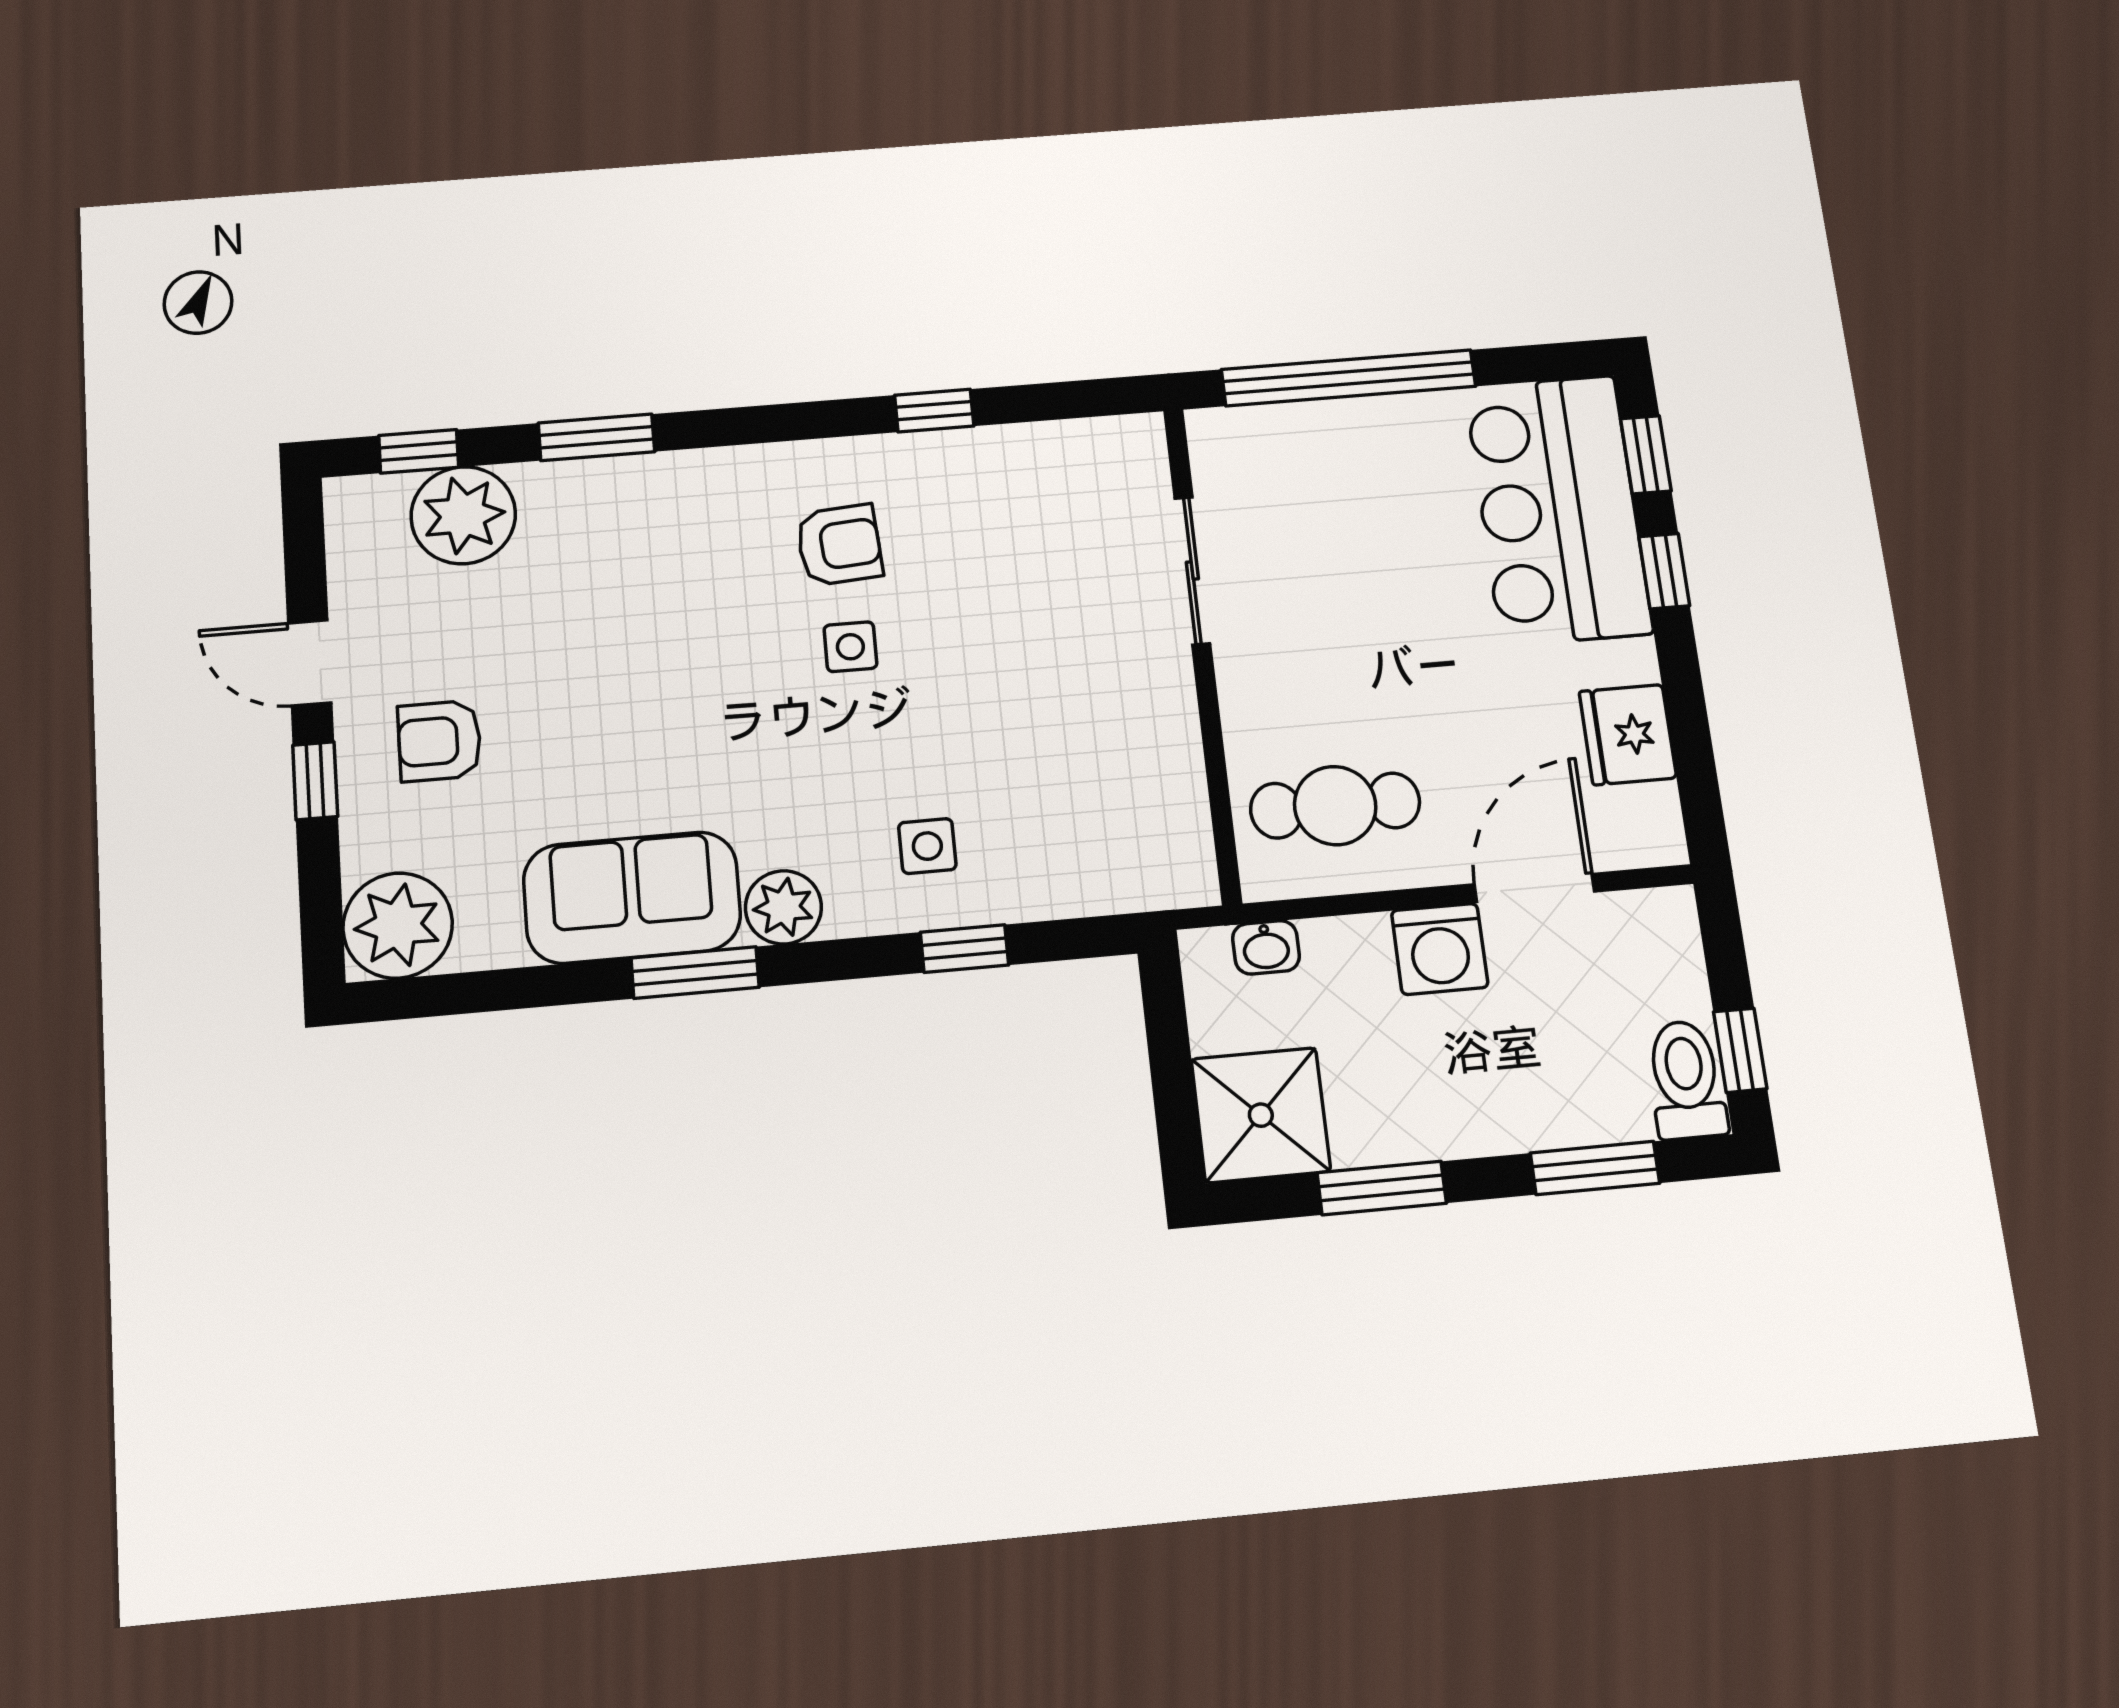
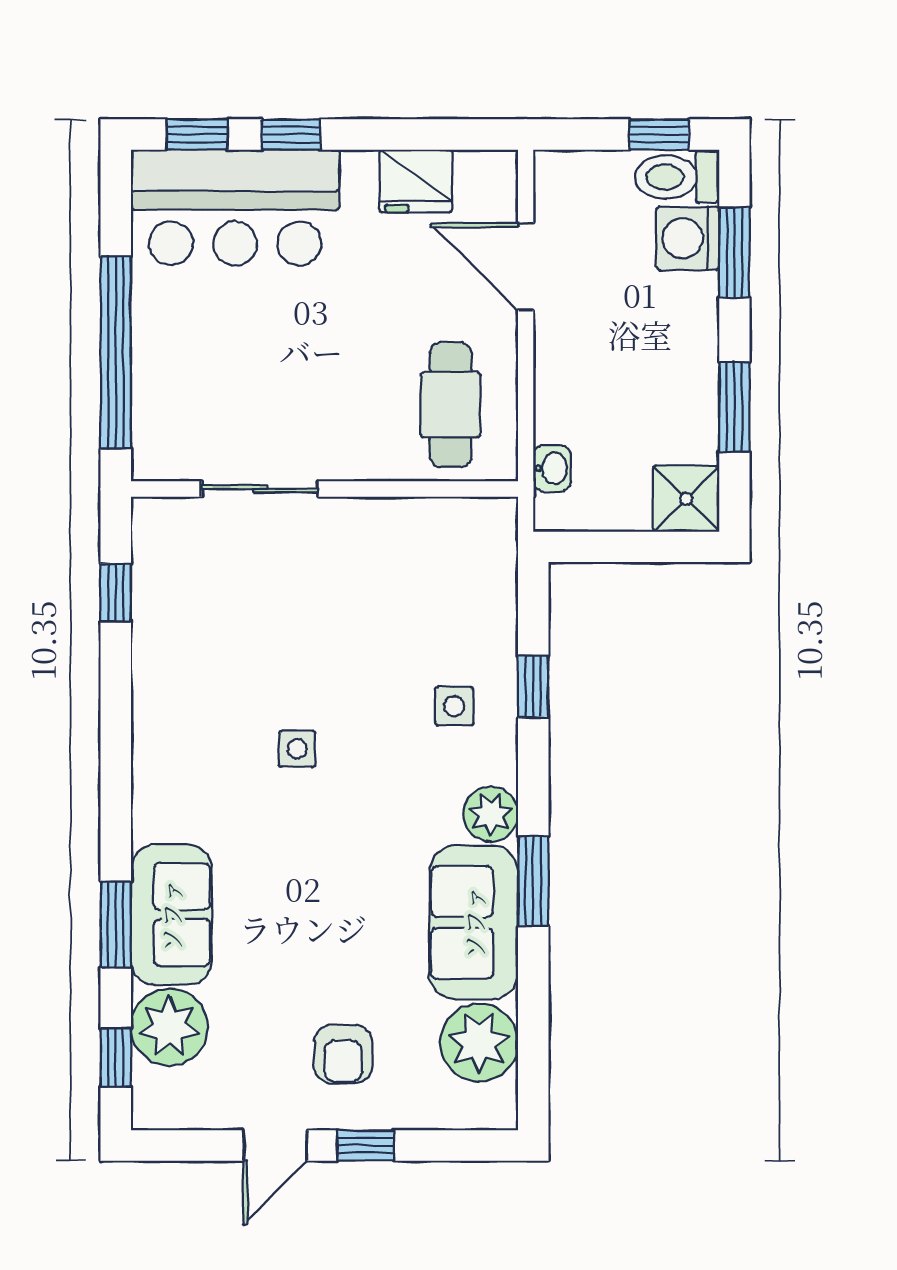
window: (934, 411) -> (116, 593), moved
sofa: (615, 505) -> (171, 915), added
armchair: (839, 545) -> (217, 750), removed
plant: (398, 925) -> (479, 1042), moved
washing machine: (1440, 949) -> (688, 238), moved, turned 180
shower: (1261, 1115) -> (686, 499), width x0.73, depth x0.73

